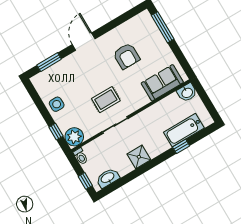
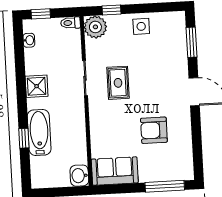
sofa: (162, 83) -> (115, 171), moved, turned -90
bathtub: (184, 130) -> (39, 132), moved
washbasin: (108, 178) -> (29, 40), width x0.52, depth x0.69

